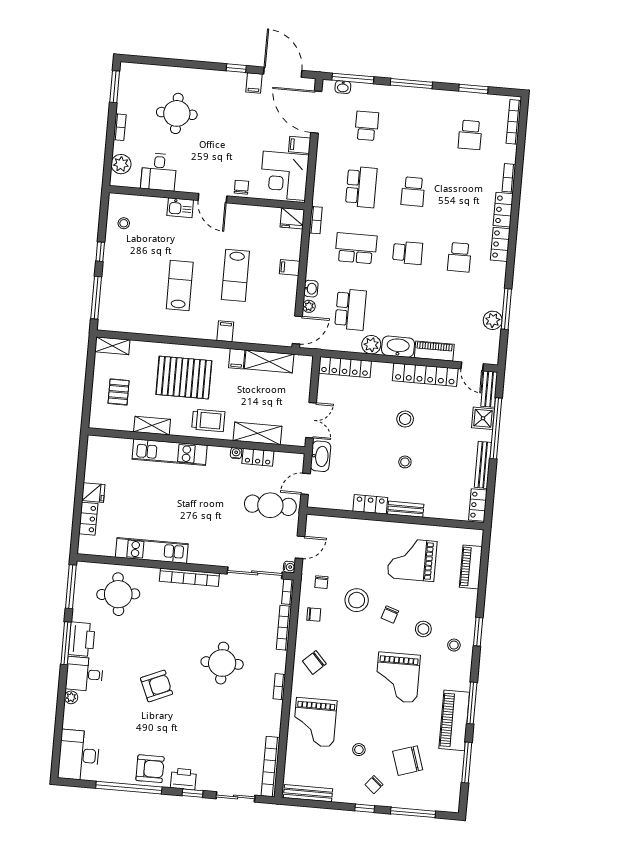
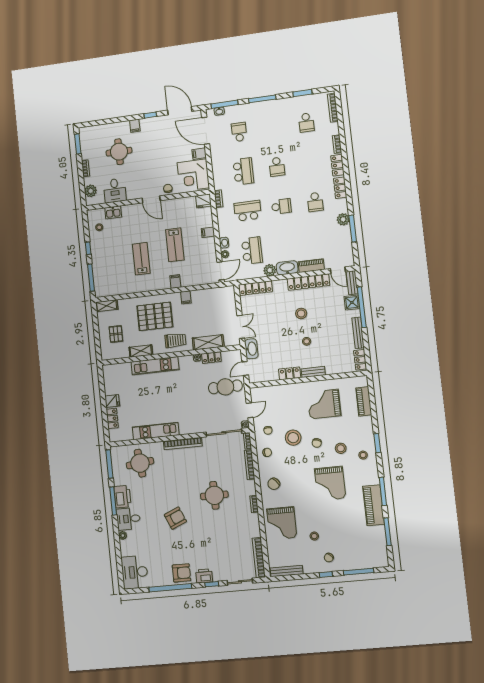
filing cabinet: (254, 83) -> (135, 126), moved
kitchen sink: (180, 208) -> (113, 212), moved
plant: (493, 320) -> (343, 219), moved
shelving: (269, 361) -> (207, 295), removed
chair: (408, 761) -> (348, 538), removed

